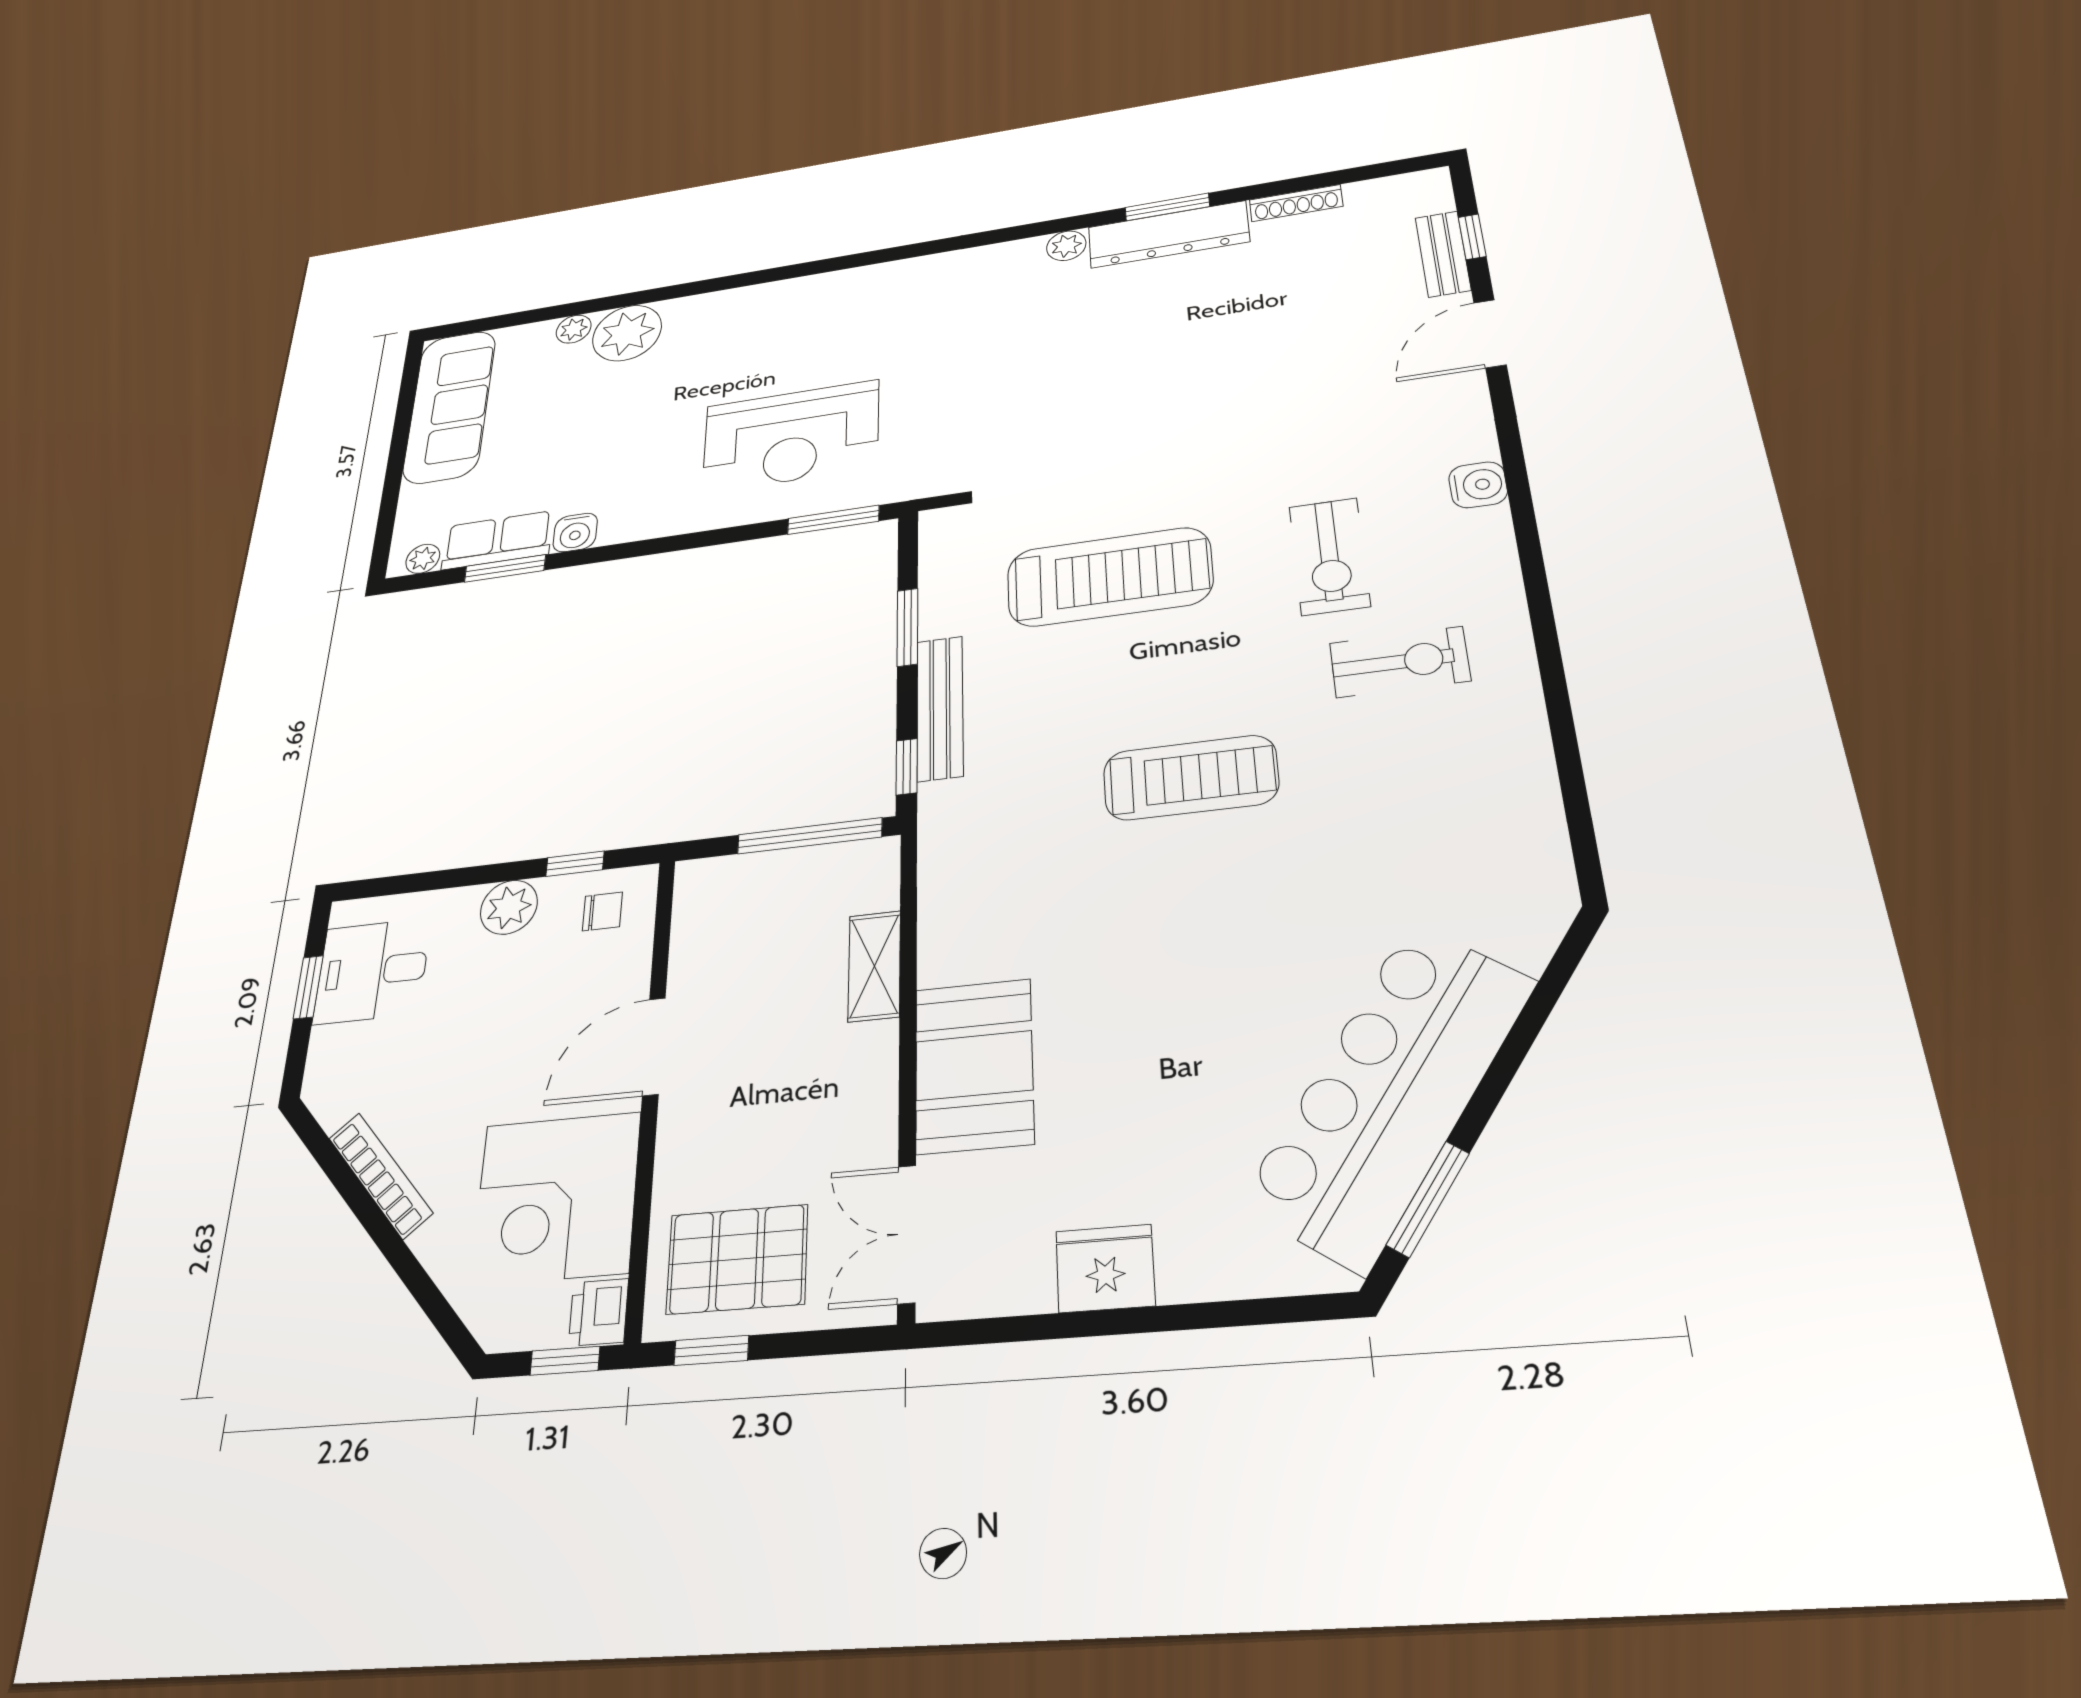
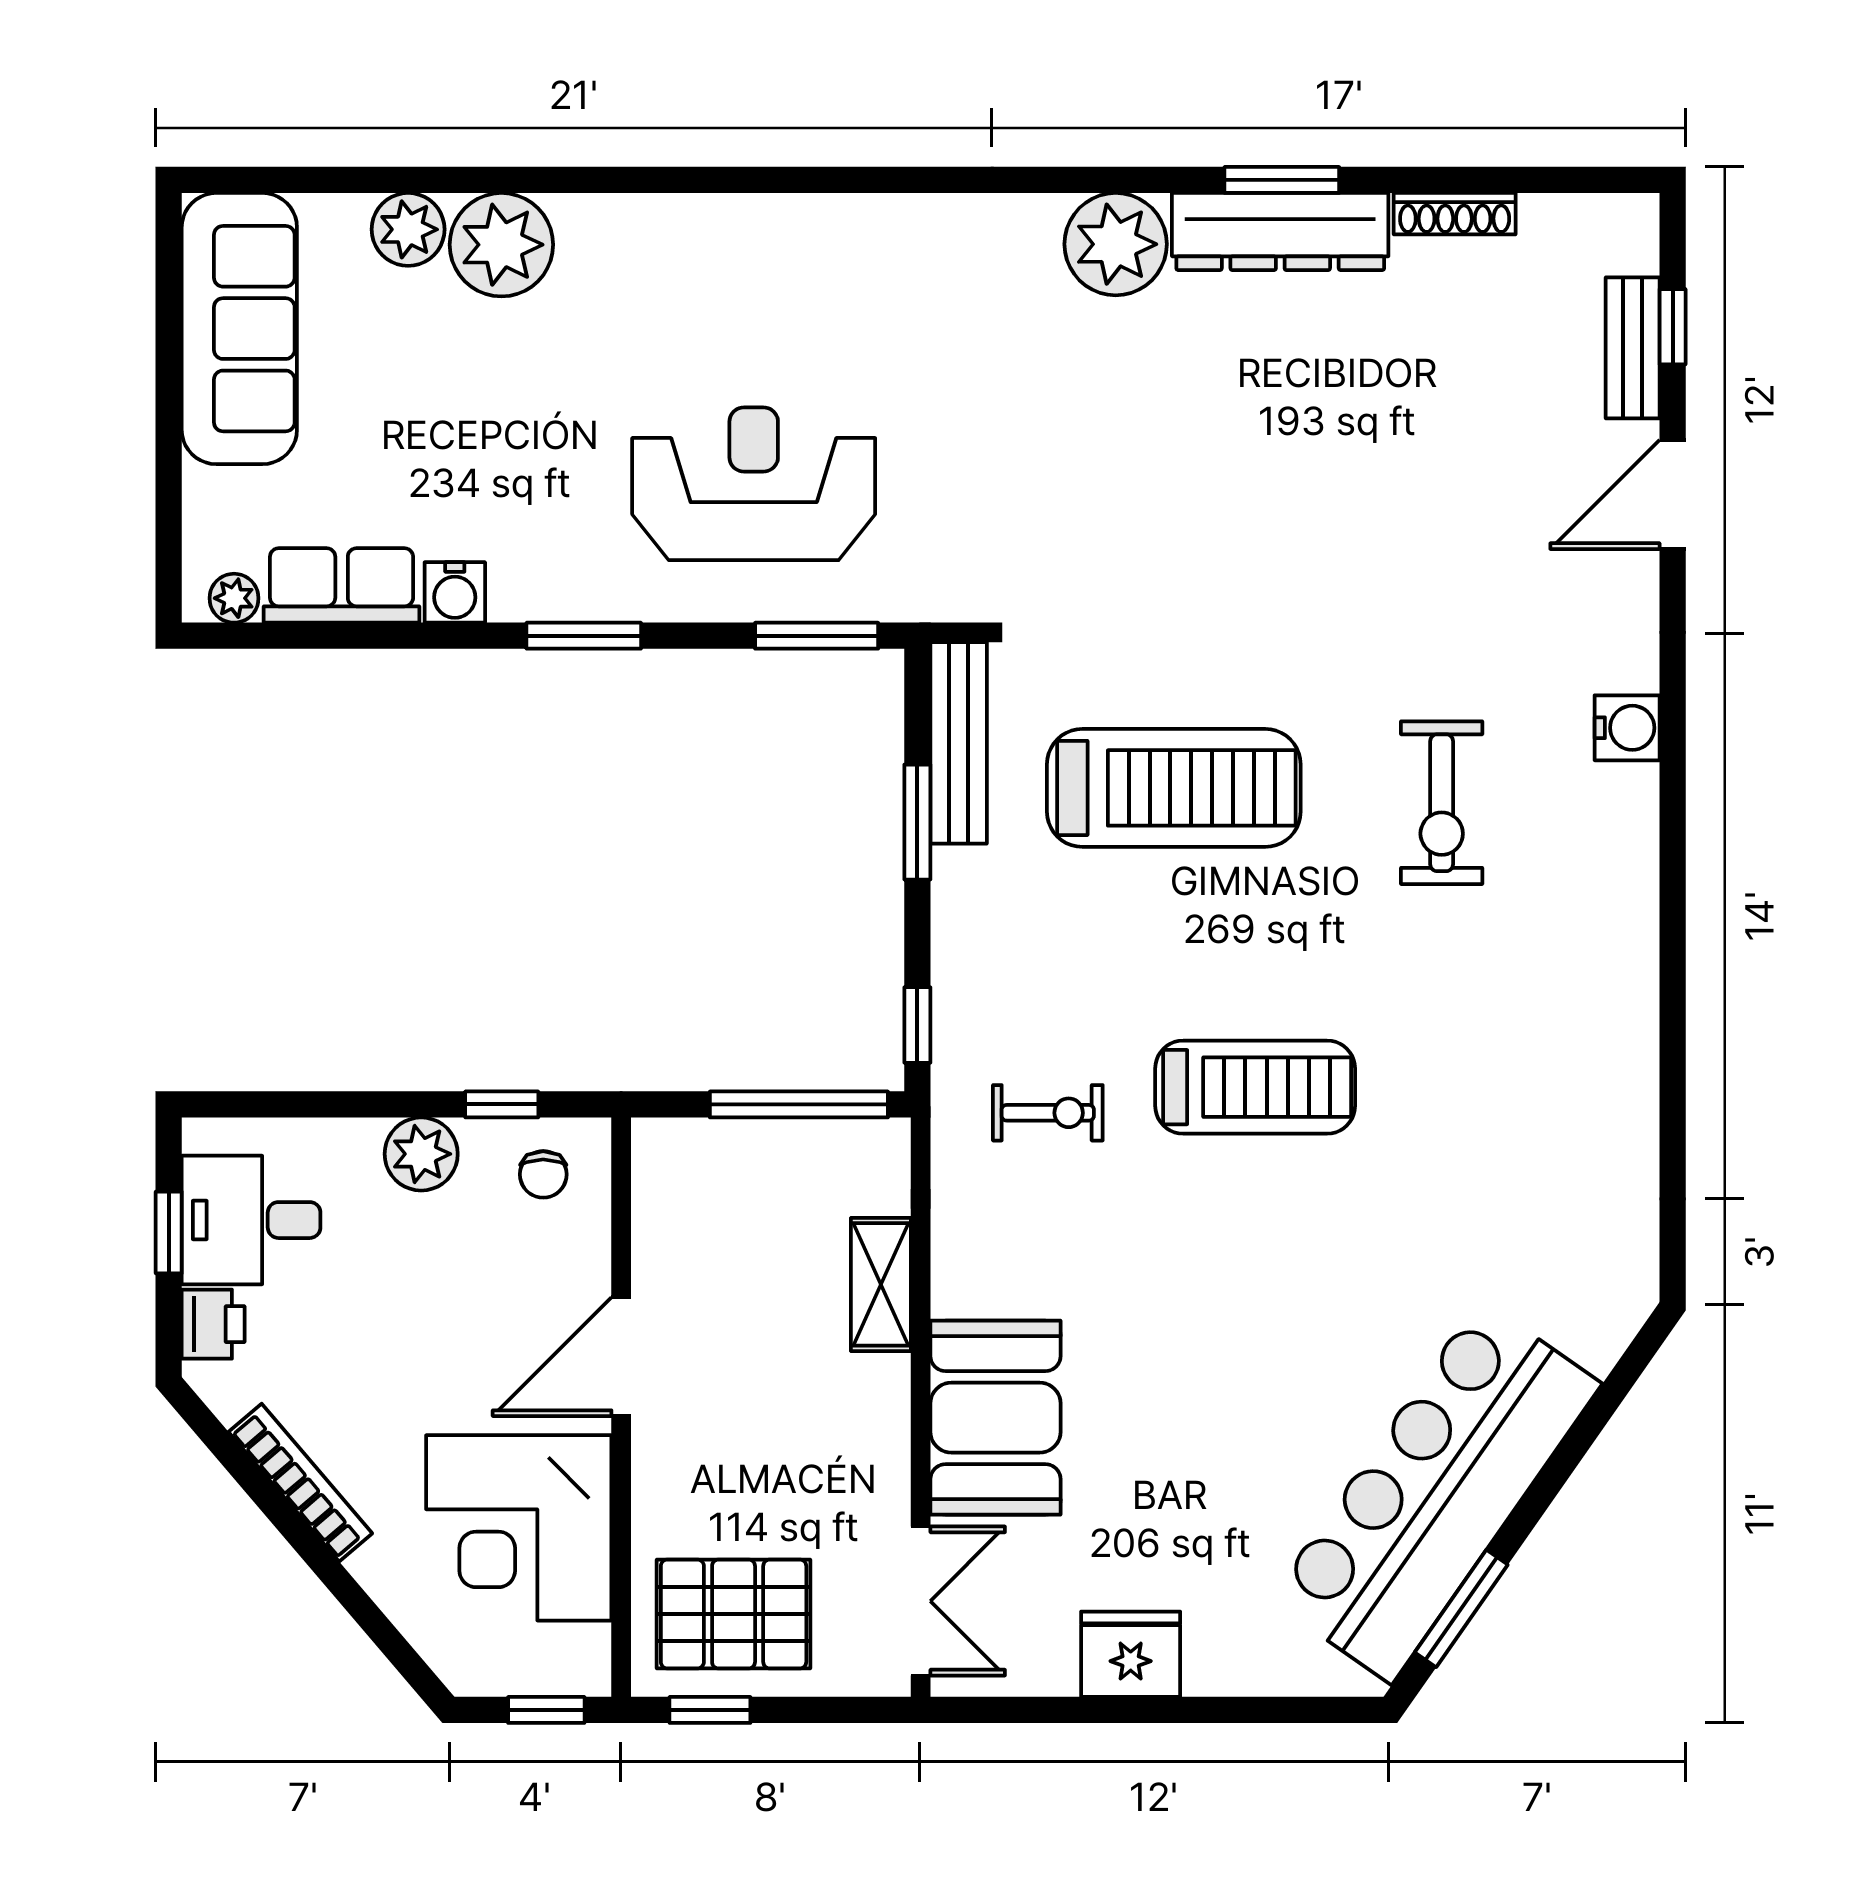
plant: (1066, 246) -> (1116, 244), width x1.87, depth x1.87
plant: (574, 329) -> (408, 229), width x1.38, depth x1.38
reception desk: (791, 437) -> (754, 484), turned 180
window: (505, 568) -> (584, 636), moved
exercise bike: (1400, 662) -> (1048, 1113), moved, width x0.73, depth x0.72
bench: (940, 708) -> (959, 743), moved
chair: (602, 911) -> (543, 1174), turned 90
double door: (907, 1234) -> (921, 1601), swing flipped
printer: (599, 1312) -> (213, 1324), moved, turned 180

